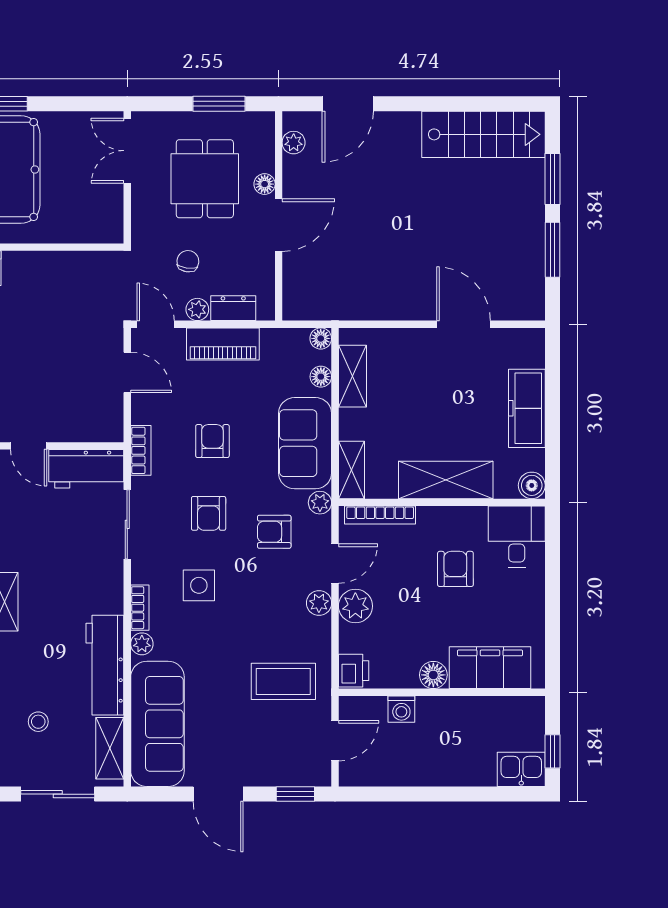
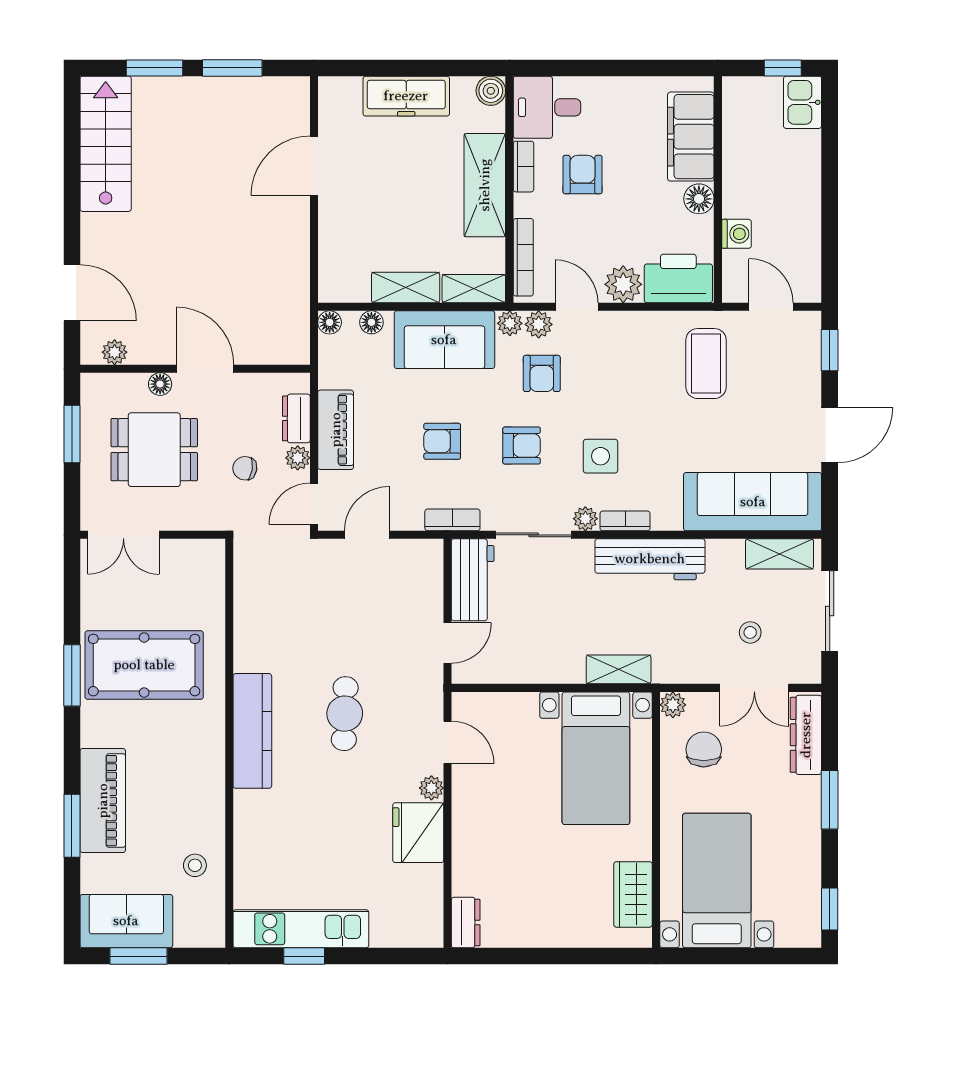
shelving: (352, 376) -> (406, 288), moved
bookcase: (463, 515) -> (524, 167), added
armchair: (455, 569) -> (583, 175), turned 90
plant: (319, 603) -> (539, 324), moved
plant: (142, 644) -> (585, 519), moved
workbench: (105, 665) -> (650, 559), moved
printer: (354, 671) -> (678, 278), width x1.87, depth x1.48

